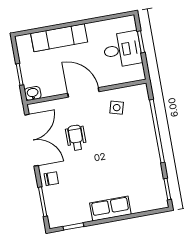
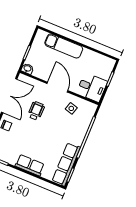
desk: (122, 50) -> (92, 87), moved
row of seats: (154, 179) -> (66, 164), added

